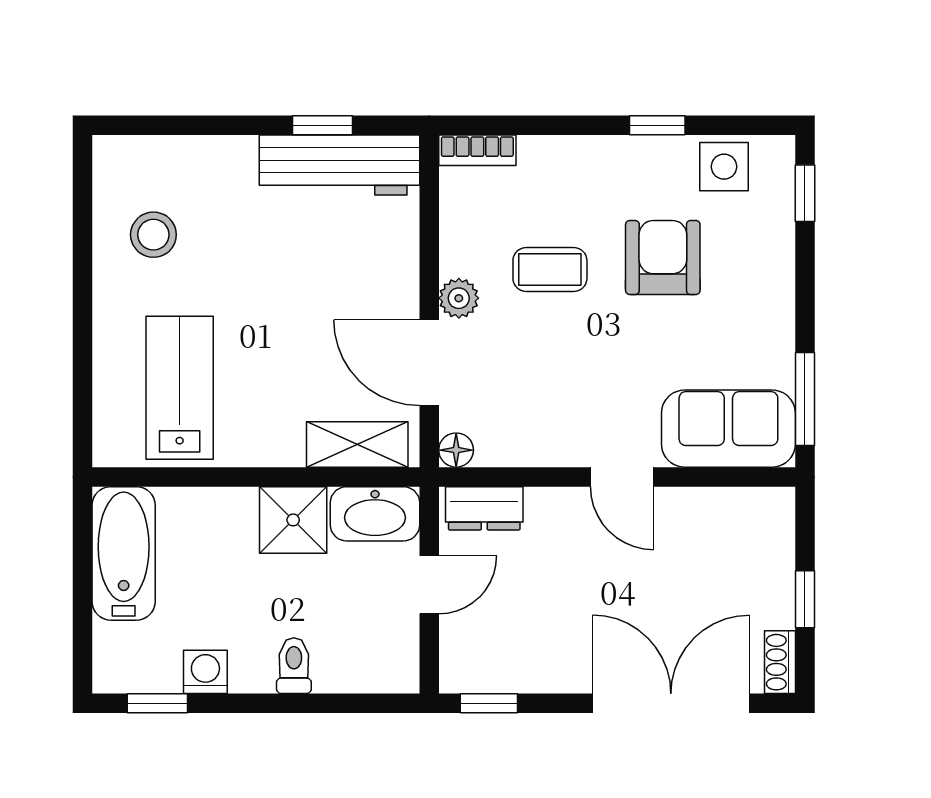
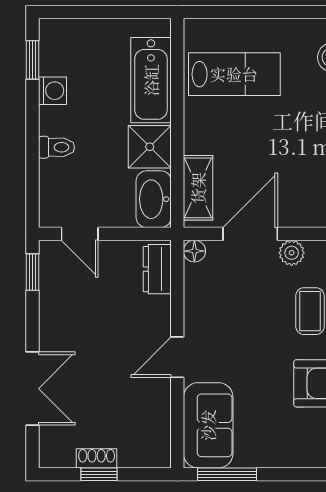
bathtub: (124, 553) -> (151, 80), moved, turned 90
door: (429, 585) -> (80, 234), moved
shoe rack: (780, 662) -> (97, 458), moved
double door: (671, 703) -> (32, 389), width x0.73

